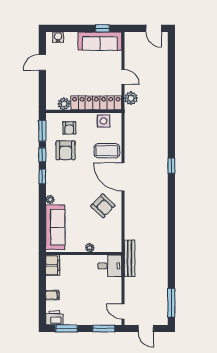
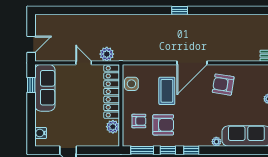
door: (154, 28) -> (31, 44), moved
door: (123, 77) -> (84, 63), hinge flipped
coffee table: (107, 151) -> (167, 91), moved
armchair: (103, 206) -> (223, 85), turned -125

